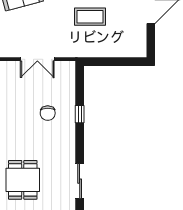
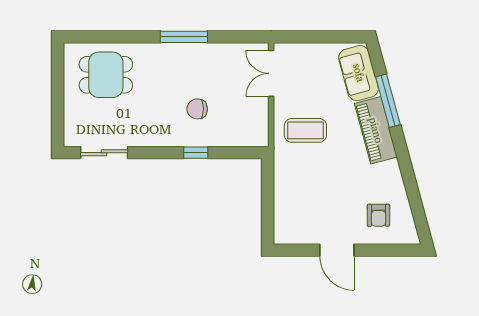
coffee table: (90, 17) -> (305, 130), moved, turned 90
double door: (37, 59) -> (271, 73), moved

